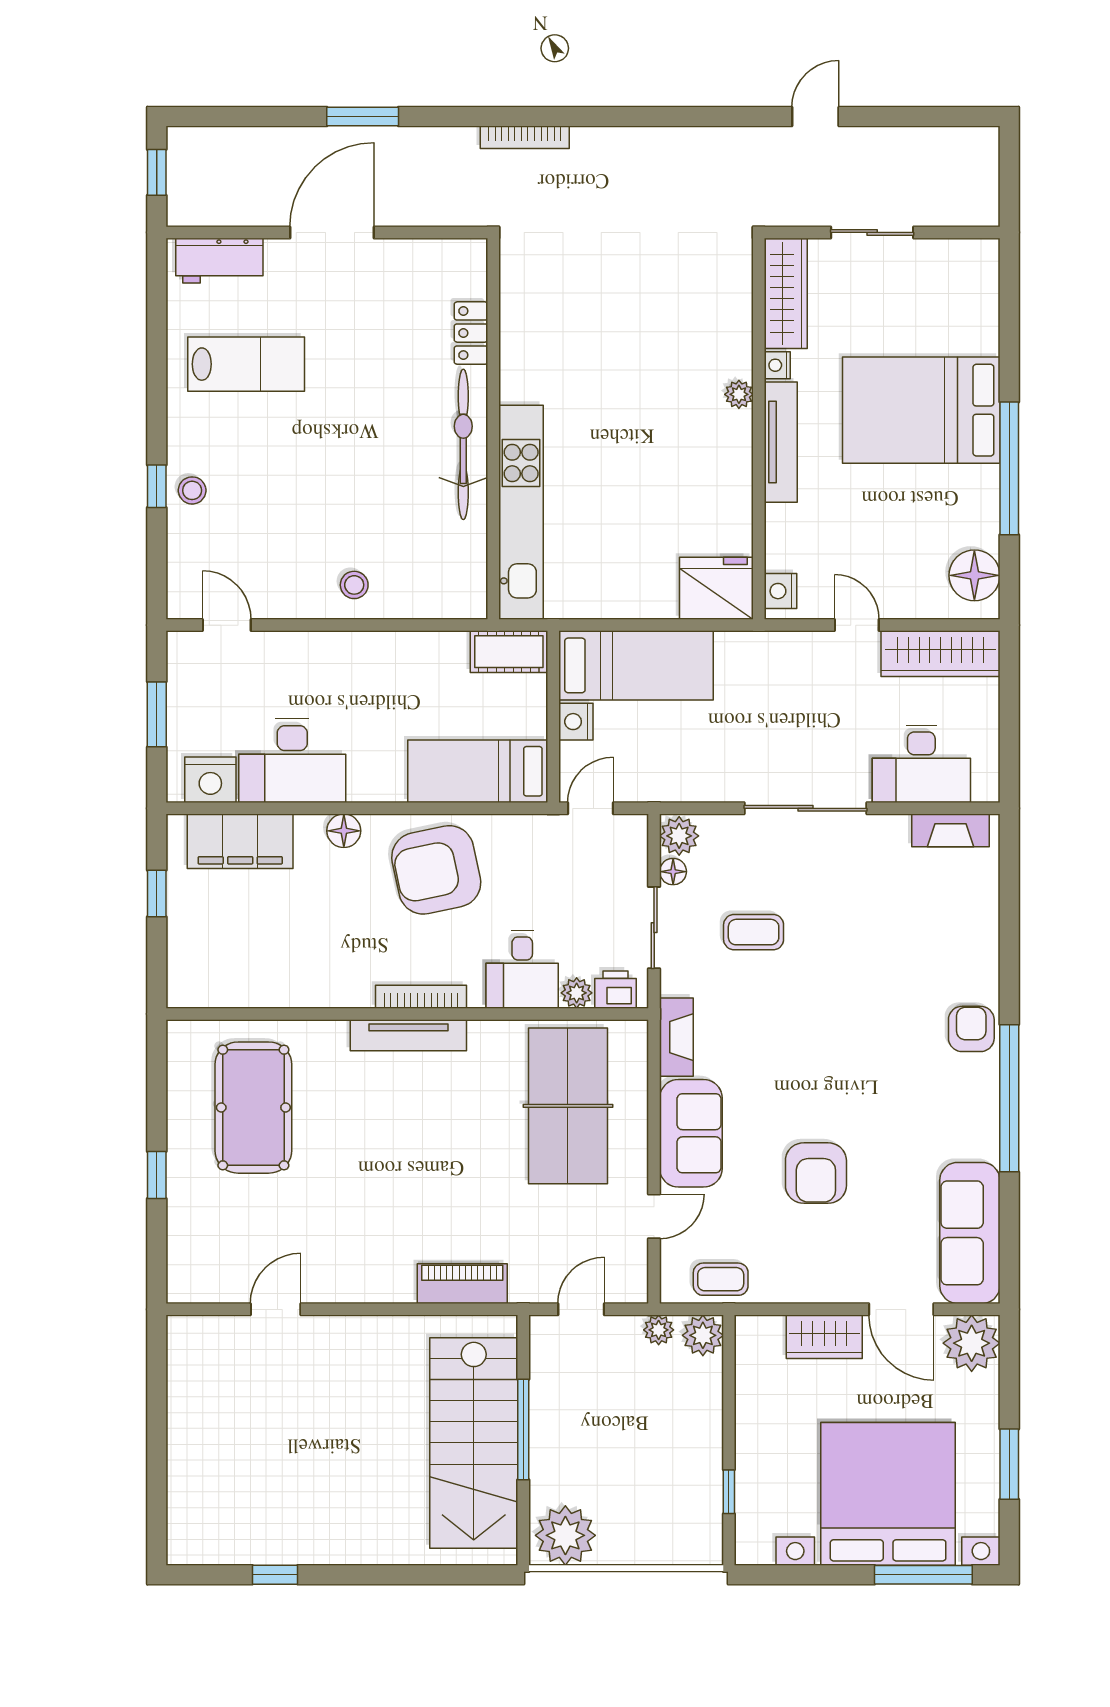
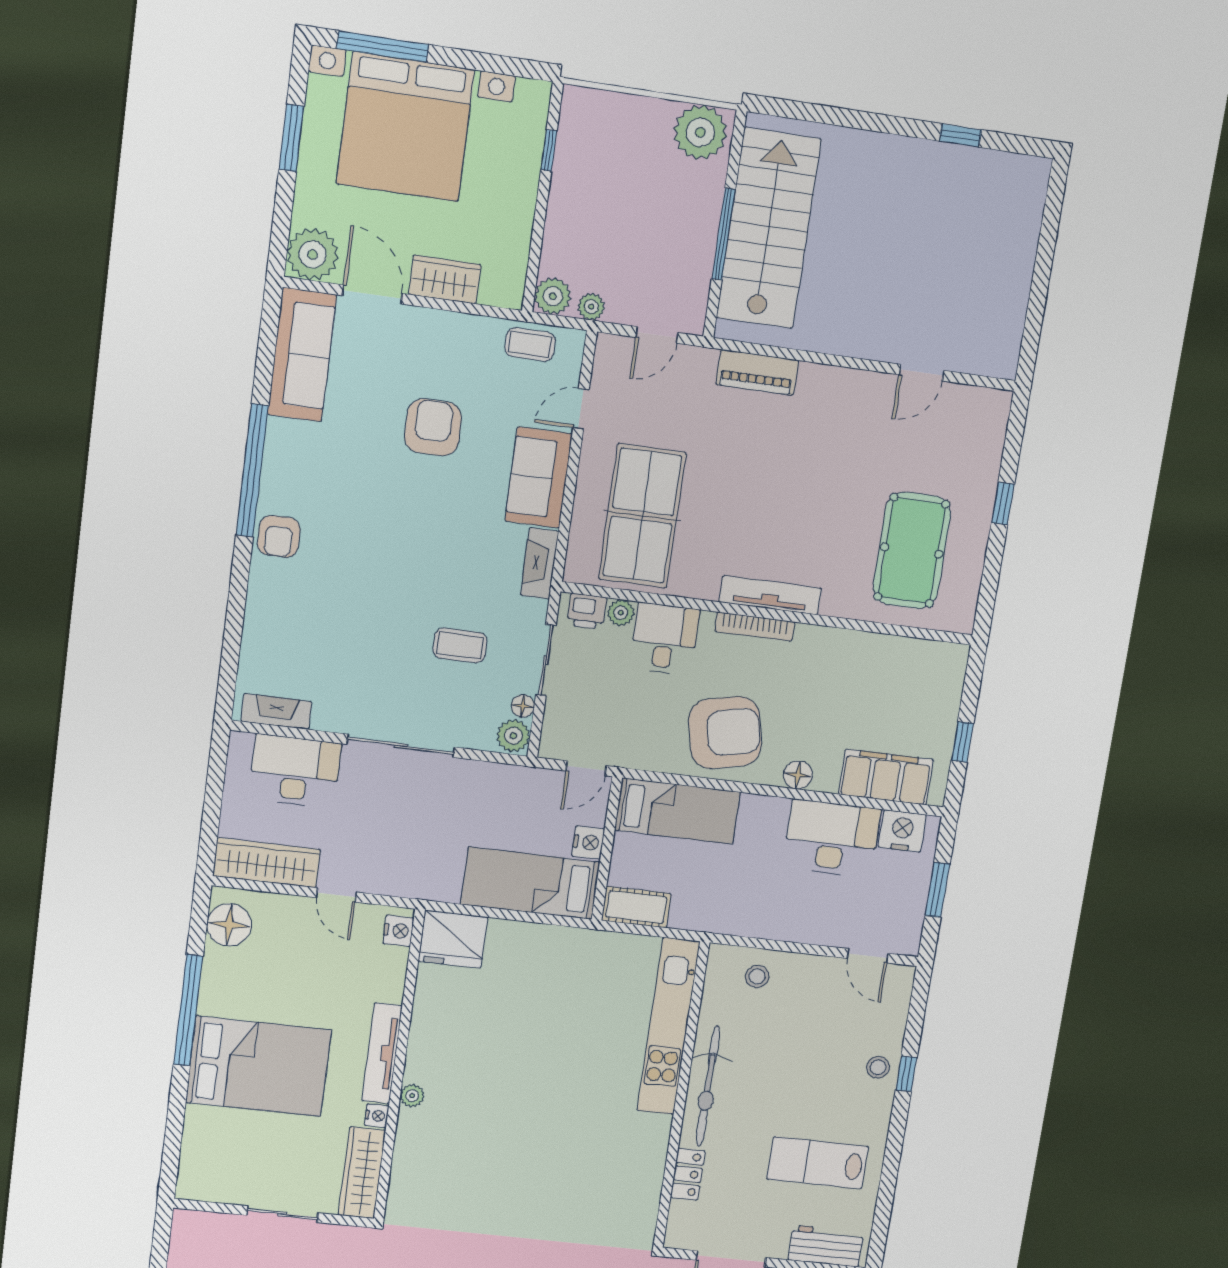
locker: (471, 333) -> (688, 1174), moved
wall: (493, 429) -> (681, 1096), moved
bicycle: (463, 444) -> (708, 1086), moved
kitchen unit: (521, 512) -> (668, 1026), moved

